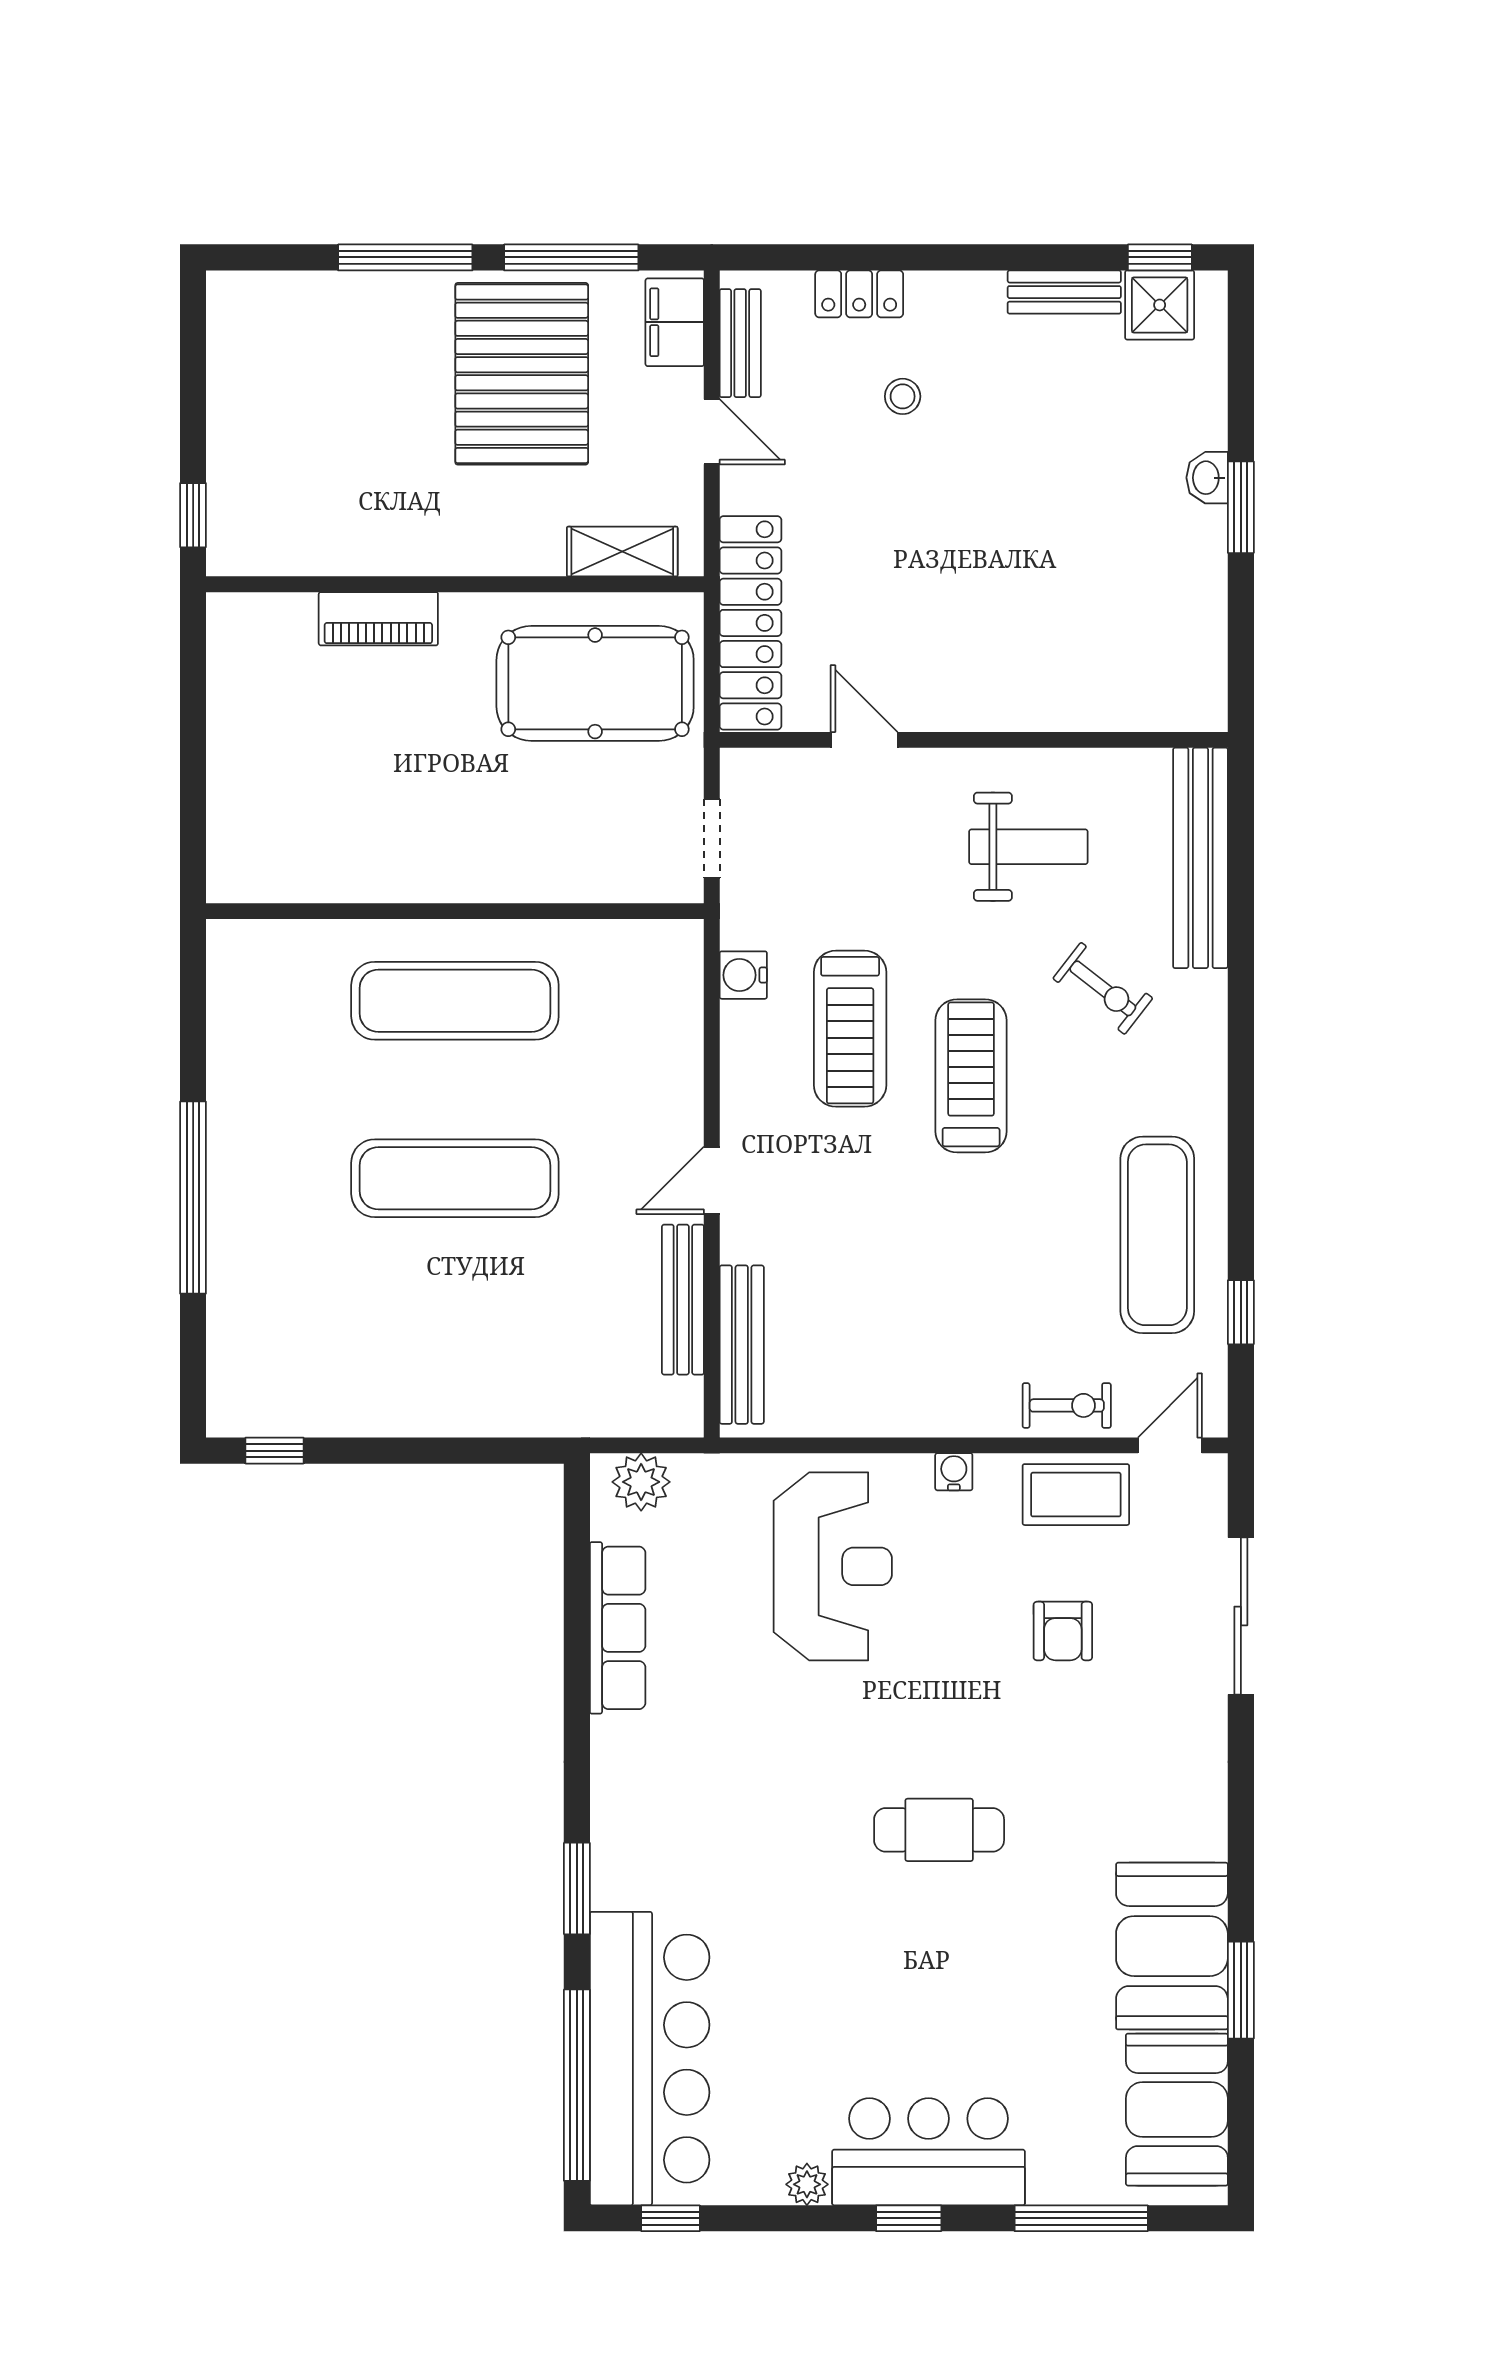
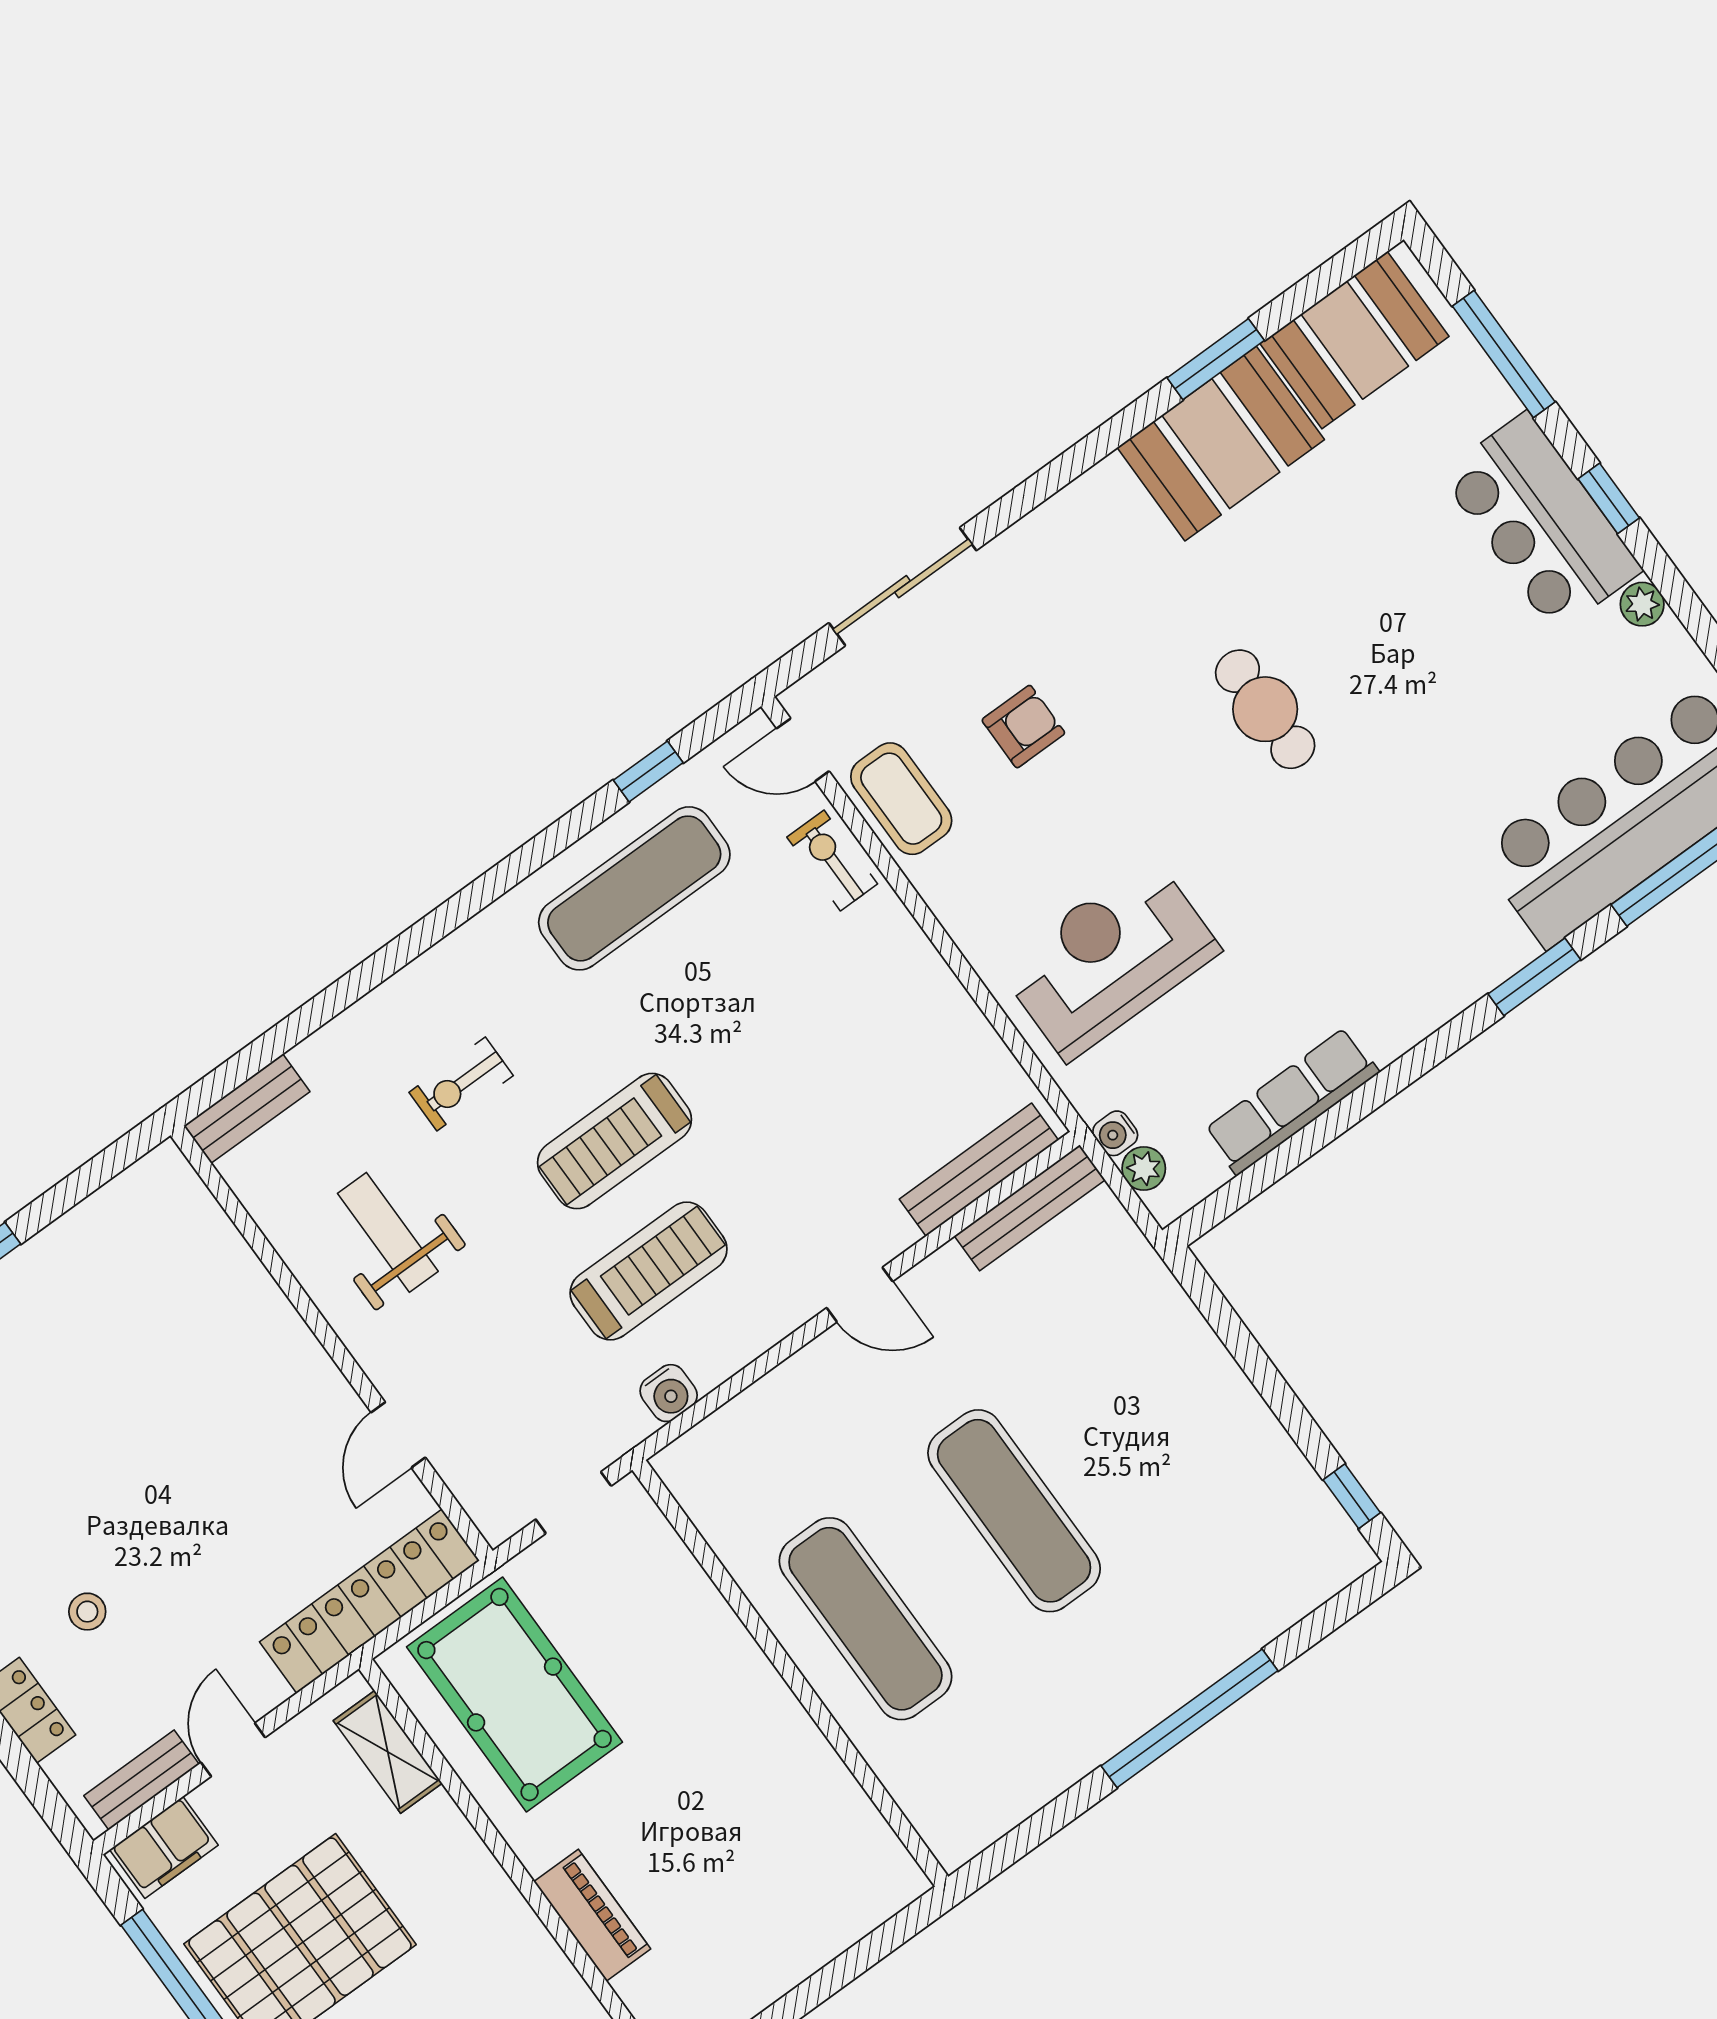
bench: (1200, 858) -> (247, 1109), width x0.54, depth x0.82
exercise bike: (1103, 988) -> (461, 1084), turned -128
bench: (683, 1300) -> (1030, 1208), moved
water cooler: (954, 1472) -> (1115, 1133), moved
plant: (641, 1482) -> (1144, 1168), width x0.73, depth x0.73

